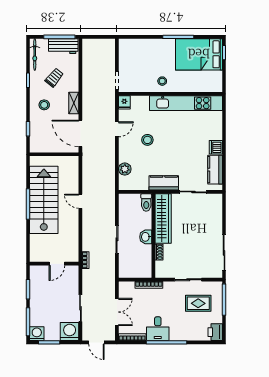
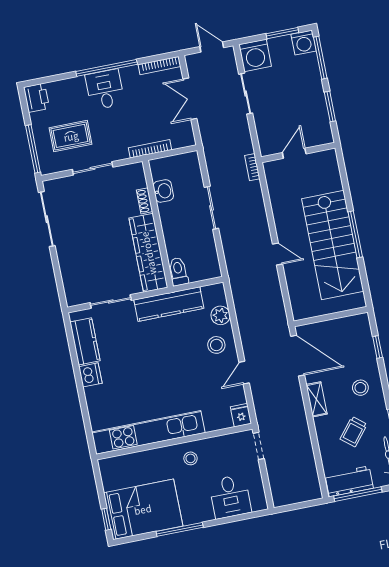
desk: (142, 52) -> (230, 497), added
stool: (147, 140) -> (216, 345), moved
kitchen counter: (164, 183) -> (169, 304), width x1.50
washbasin: (146, 237) -> (163, 191), moved
desk: (158, 329) -> (105, 90), moved

